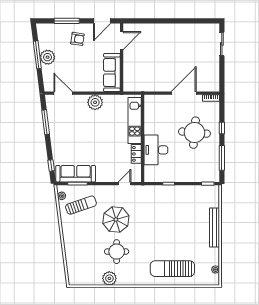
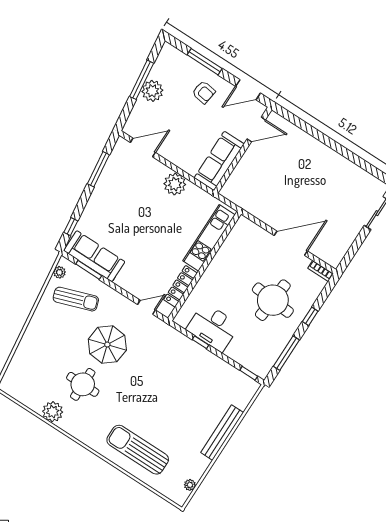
door: (63, 93) -> (143, 147), hinge flipped
desk: (156, 150) -> (213, 327), moved, turned -90
locker: (136, 154) -> (181, 286), width x1.53

